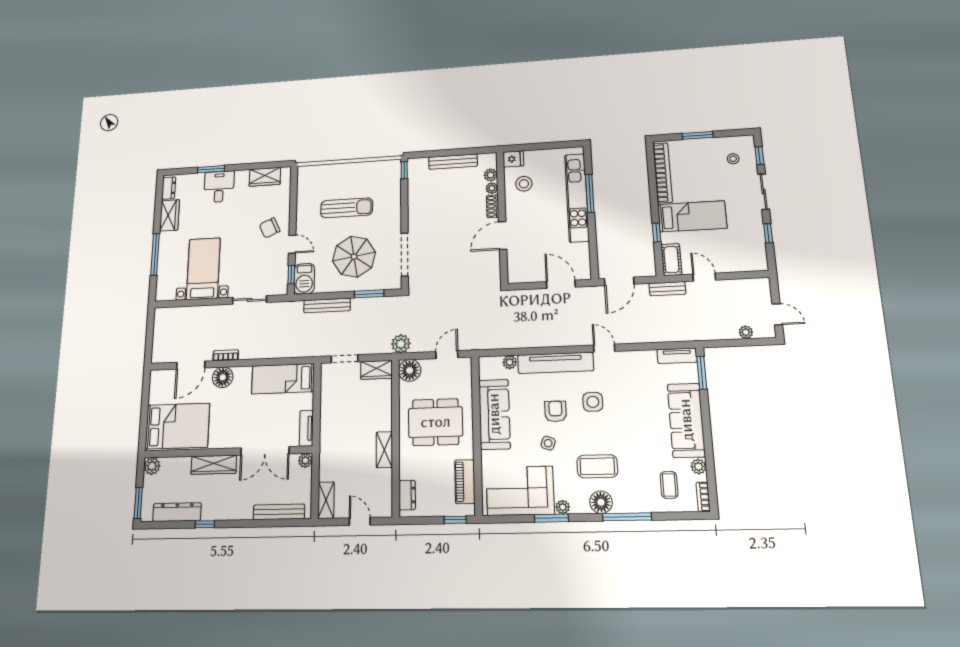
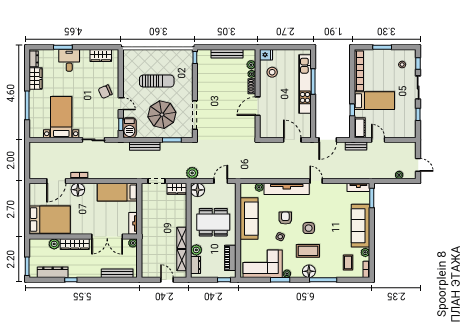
side table: (593, 402) -> (309, 228), moved
plant: (152, 466) -> (54, 244), moved
plant: (408, 469) -> (196, 250), added
shelving: (326, 500) -> (182, 260), moved

